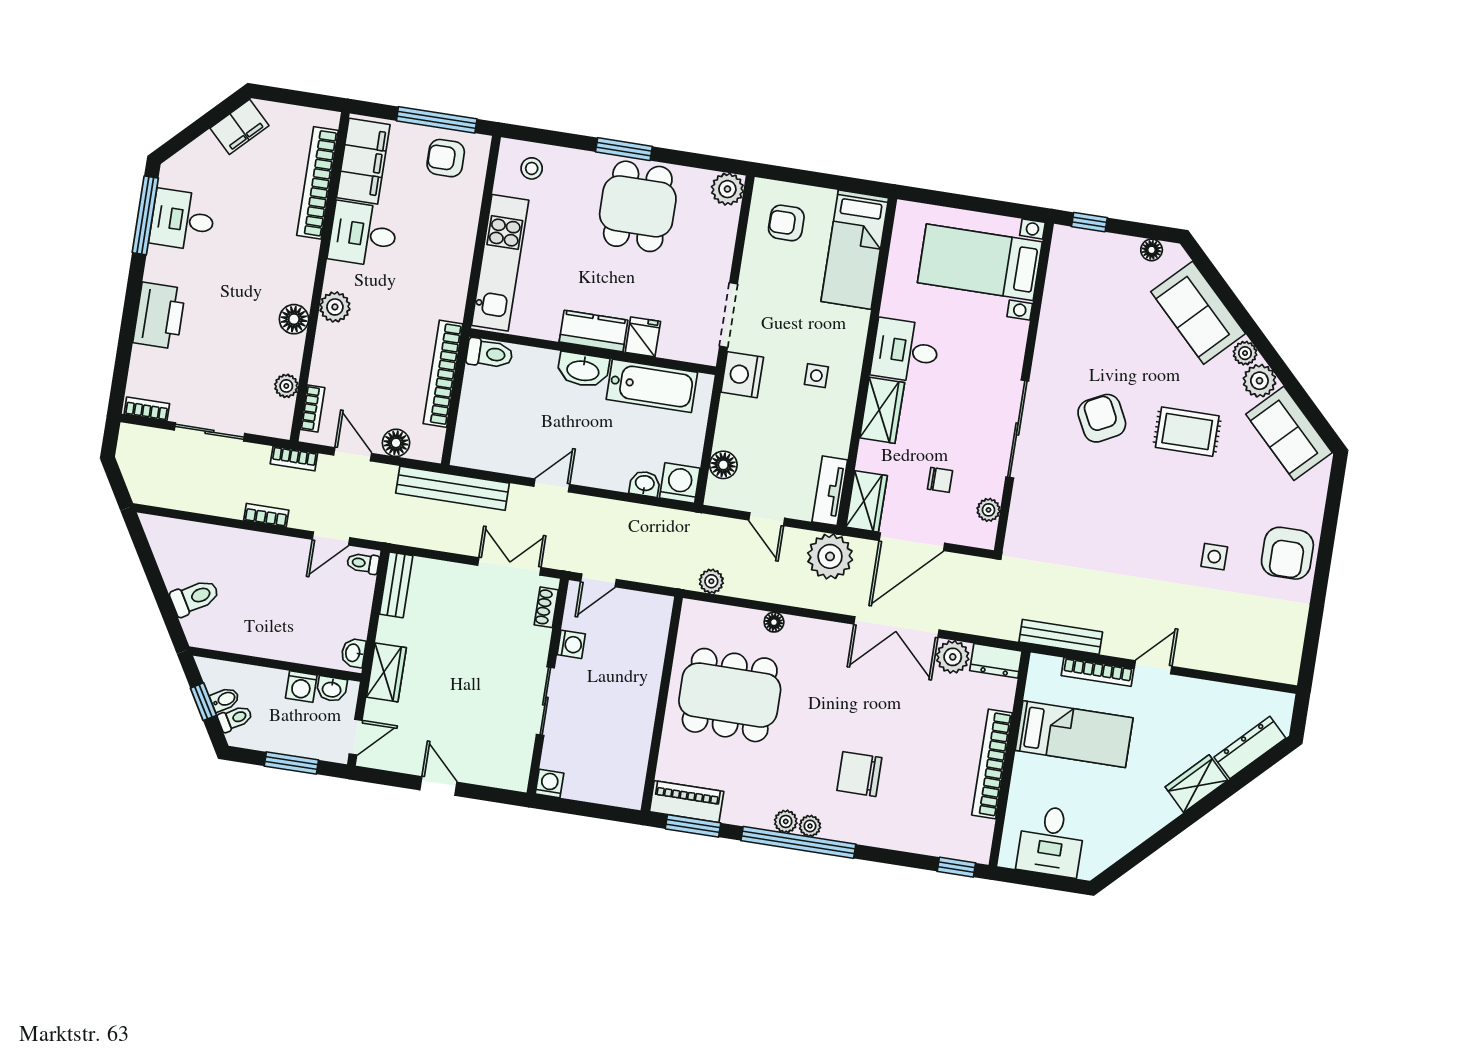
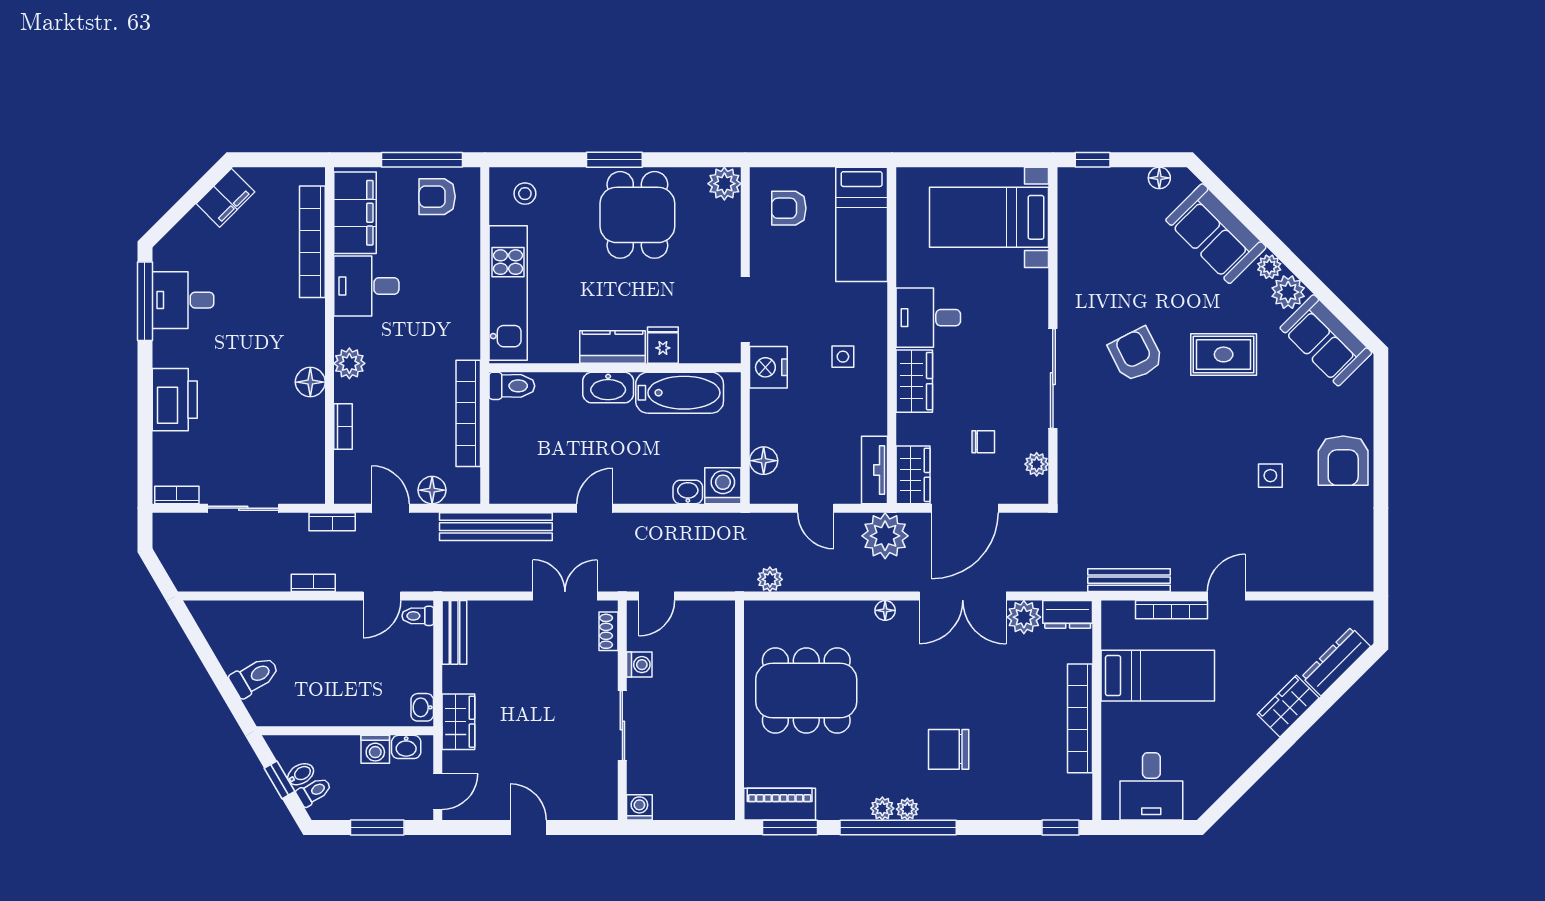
plant: (286, 386) -> (313, 450), removed
bookcase: (313, 409) -> (343, 426), moved
floor lamp: (774, 622) -> (885, 610), moved

